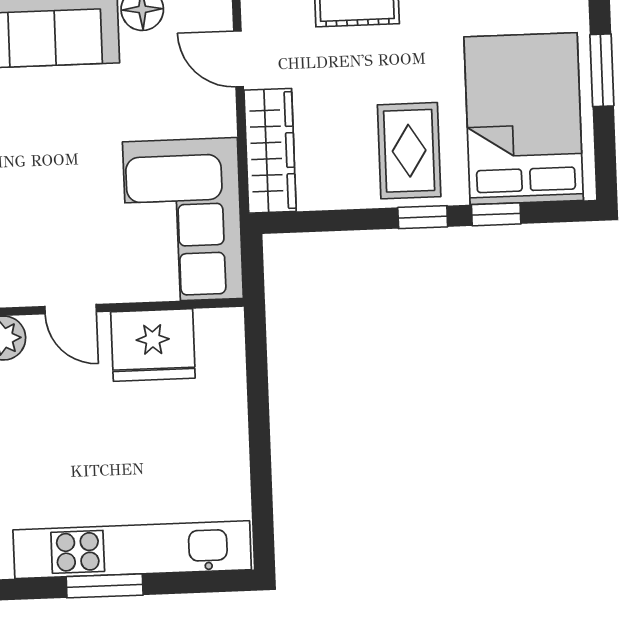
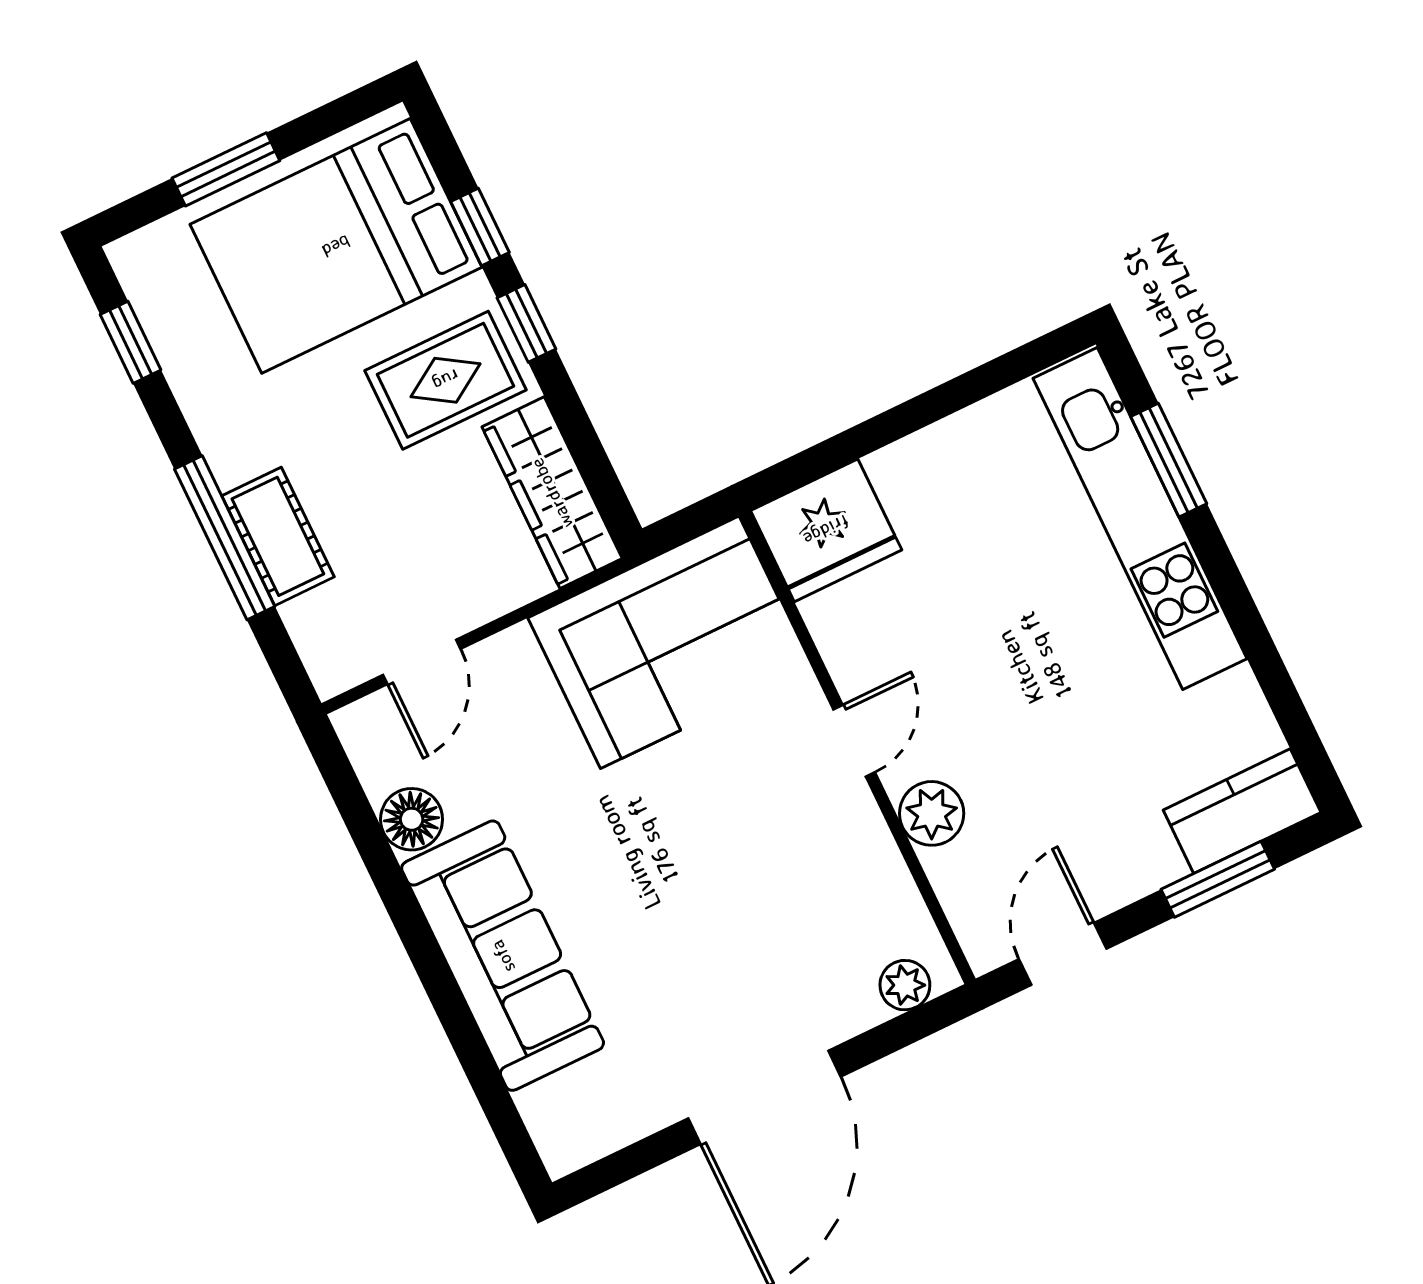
wardrobe: (270, 151) -> (552, 493), moved, turned -90
fridge: (153, 345) -> (826, 530), moved, turned 90
window: (105, 586) -> (1169, 460), moved

